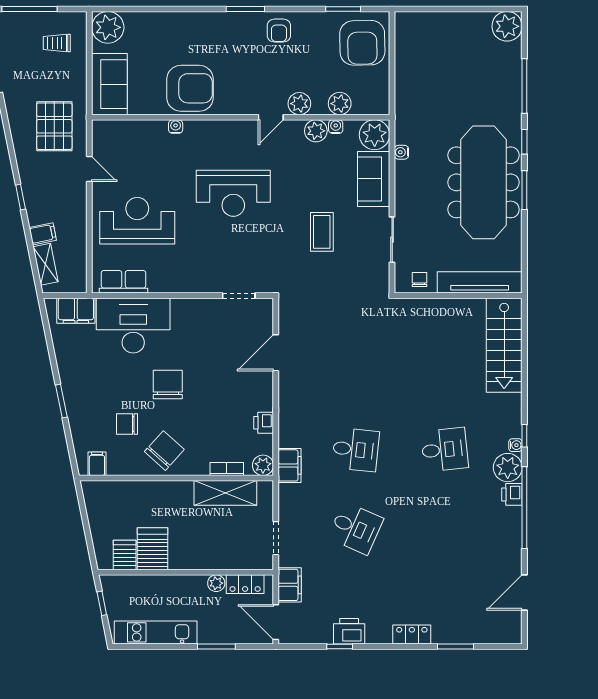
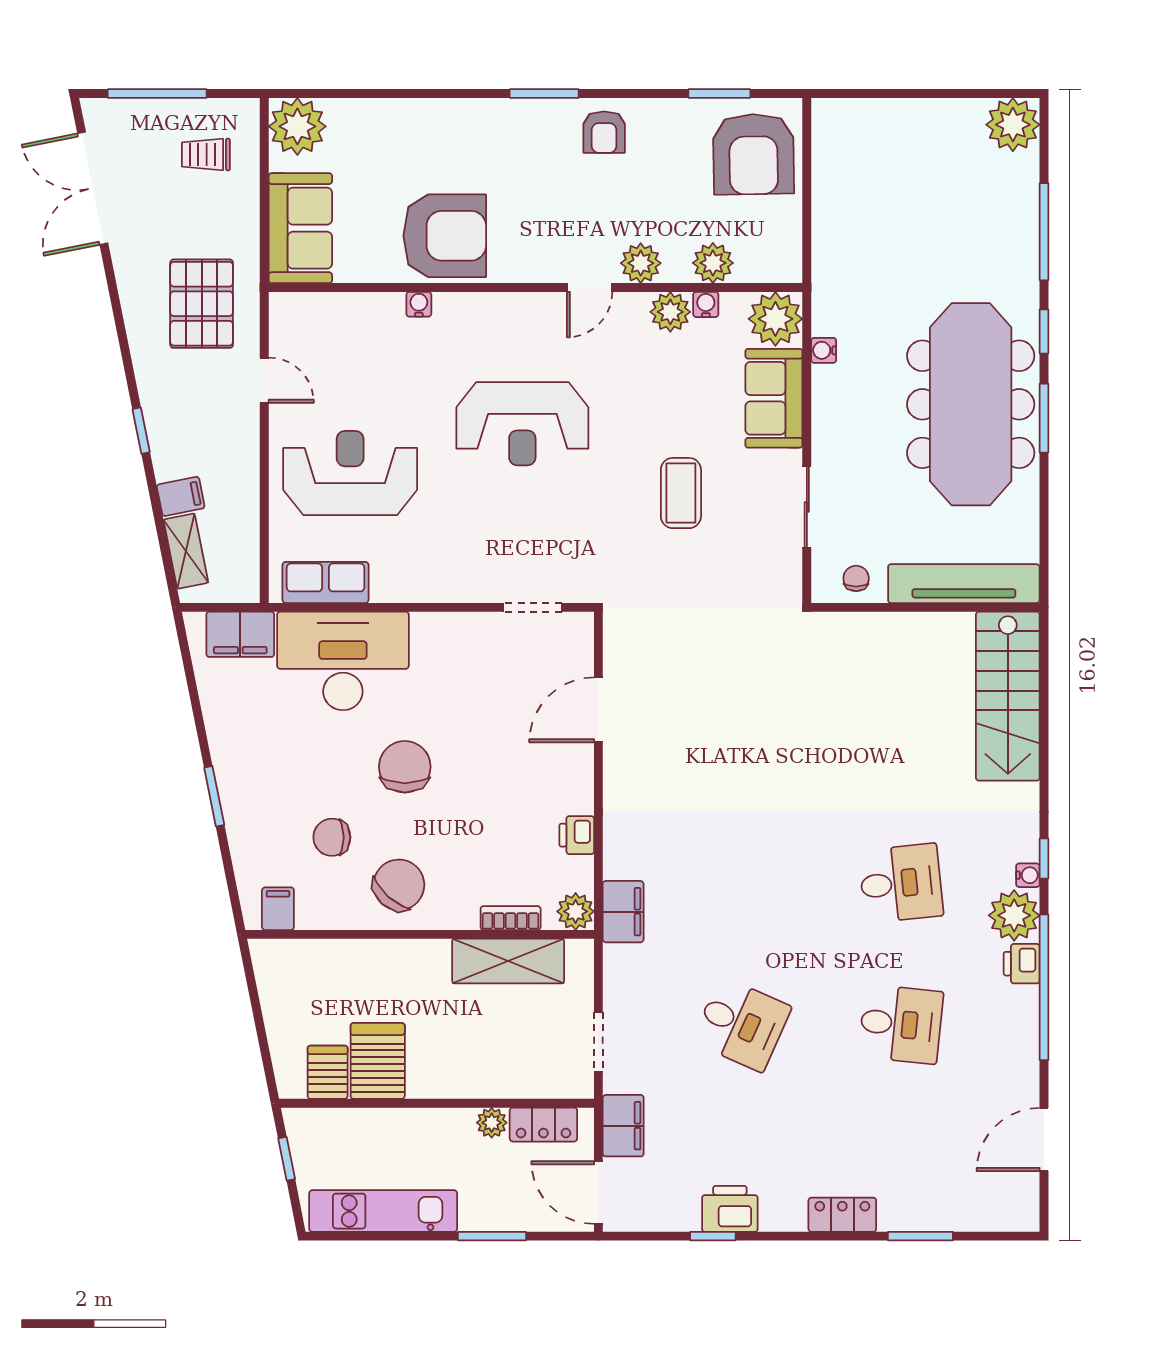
desk: (356, 450) -> (901, 1024), moved

